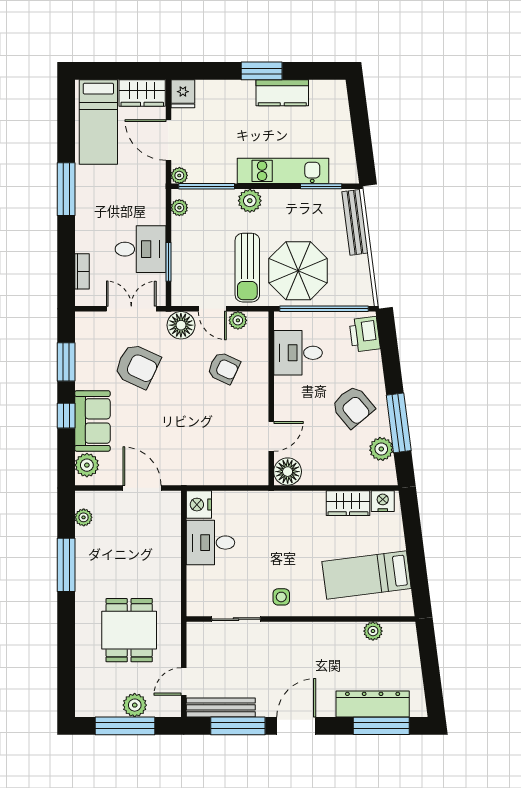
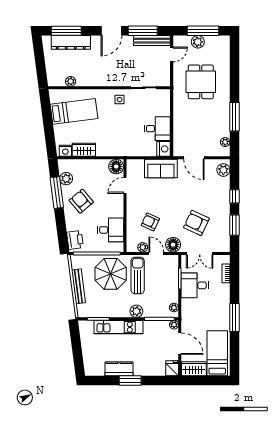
bench: (355, 222) -> (78, 286), moved
sofa: (92, 421) -> (161, 169), moved, turned -90

